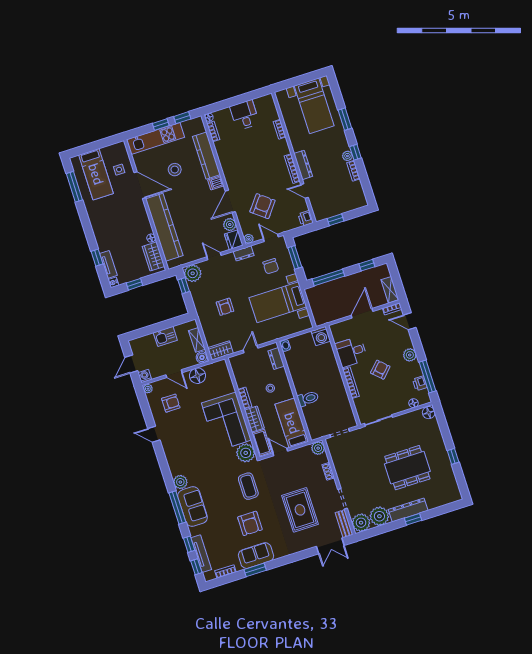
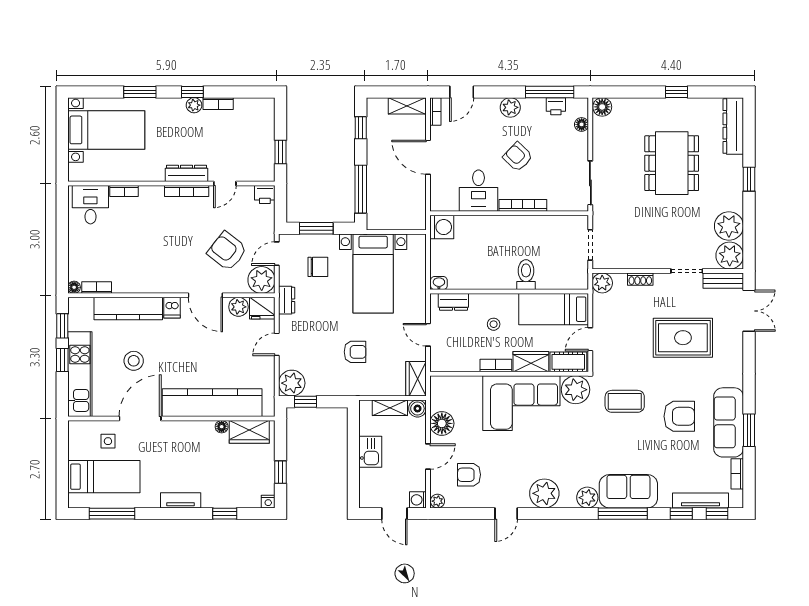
desk: (245, 115) -> (90, 205), moved, turned 90
plant: (249, 239) -> (262, 280), width x1.88, depth x1.88
tv unit: (108, 264) -> (181, 500), moved
armchair: (171, 403) -> (469, 475), turned -90
plant: (174, 454) -> (544, 493), added
dresser: (408, 510) -> (733, 126), moved
sofa: (256, 556) -> (729, 422), width x1.36

